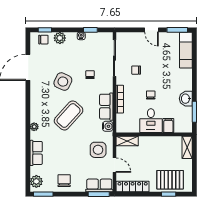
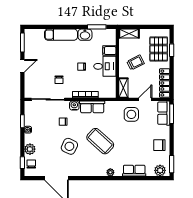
exam couch: (186, 50) -> (61, 35), moved
water cooler: (108, 126) -> (74, 106), moved
trolley: (155, 154) -> (135, 62), added

